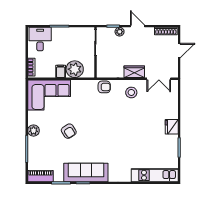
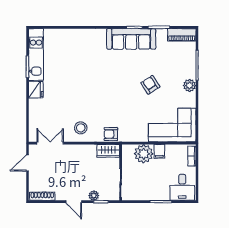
door: (179, 51) -> (27, 163), moved
wardrobe: (134, 72) -> (108, 151), moved
kitchen unit: (155, 175) -> (36, 55), moved, turned -90

